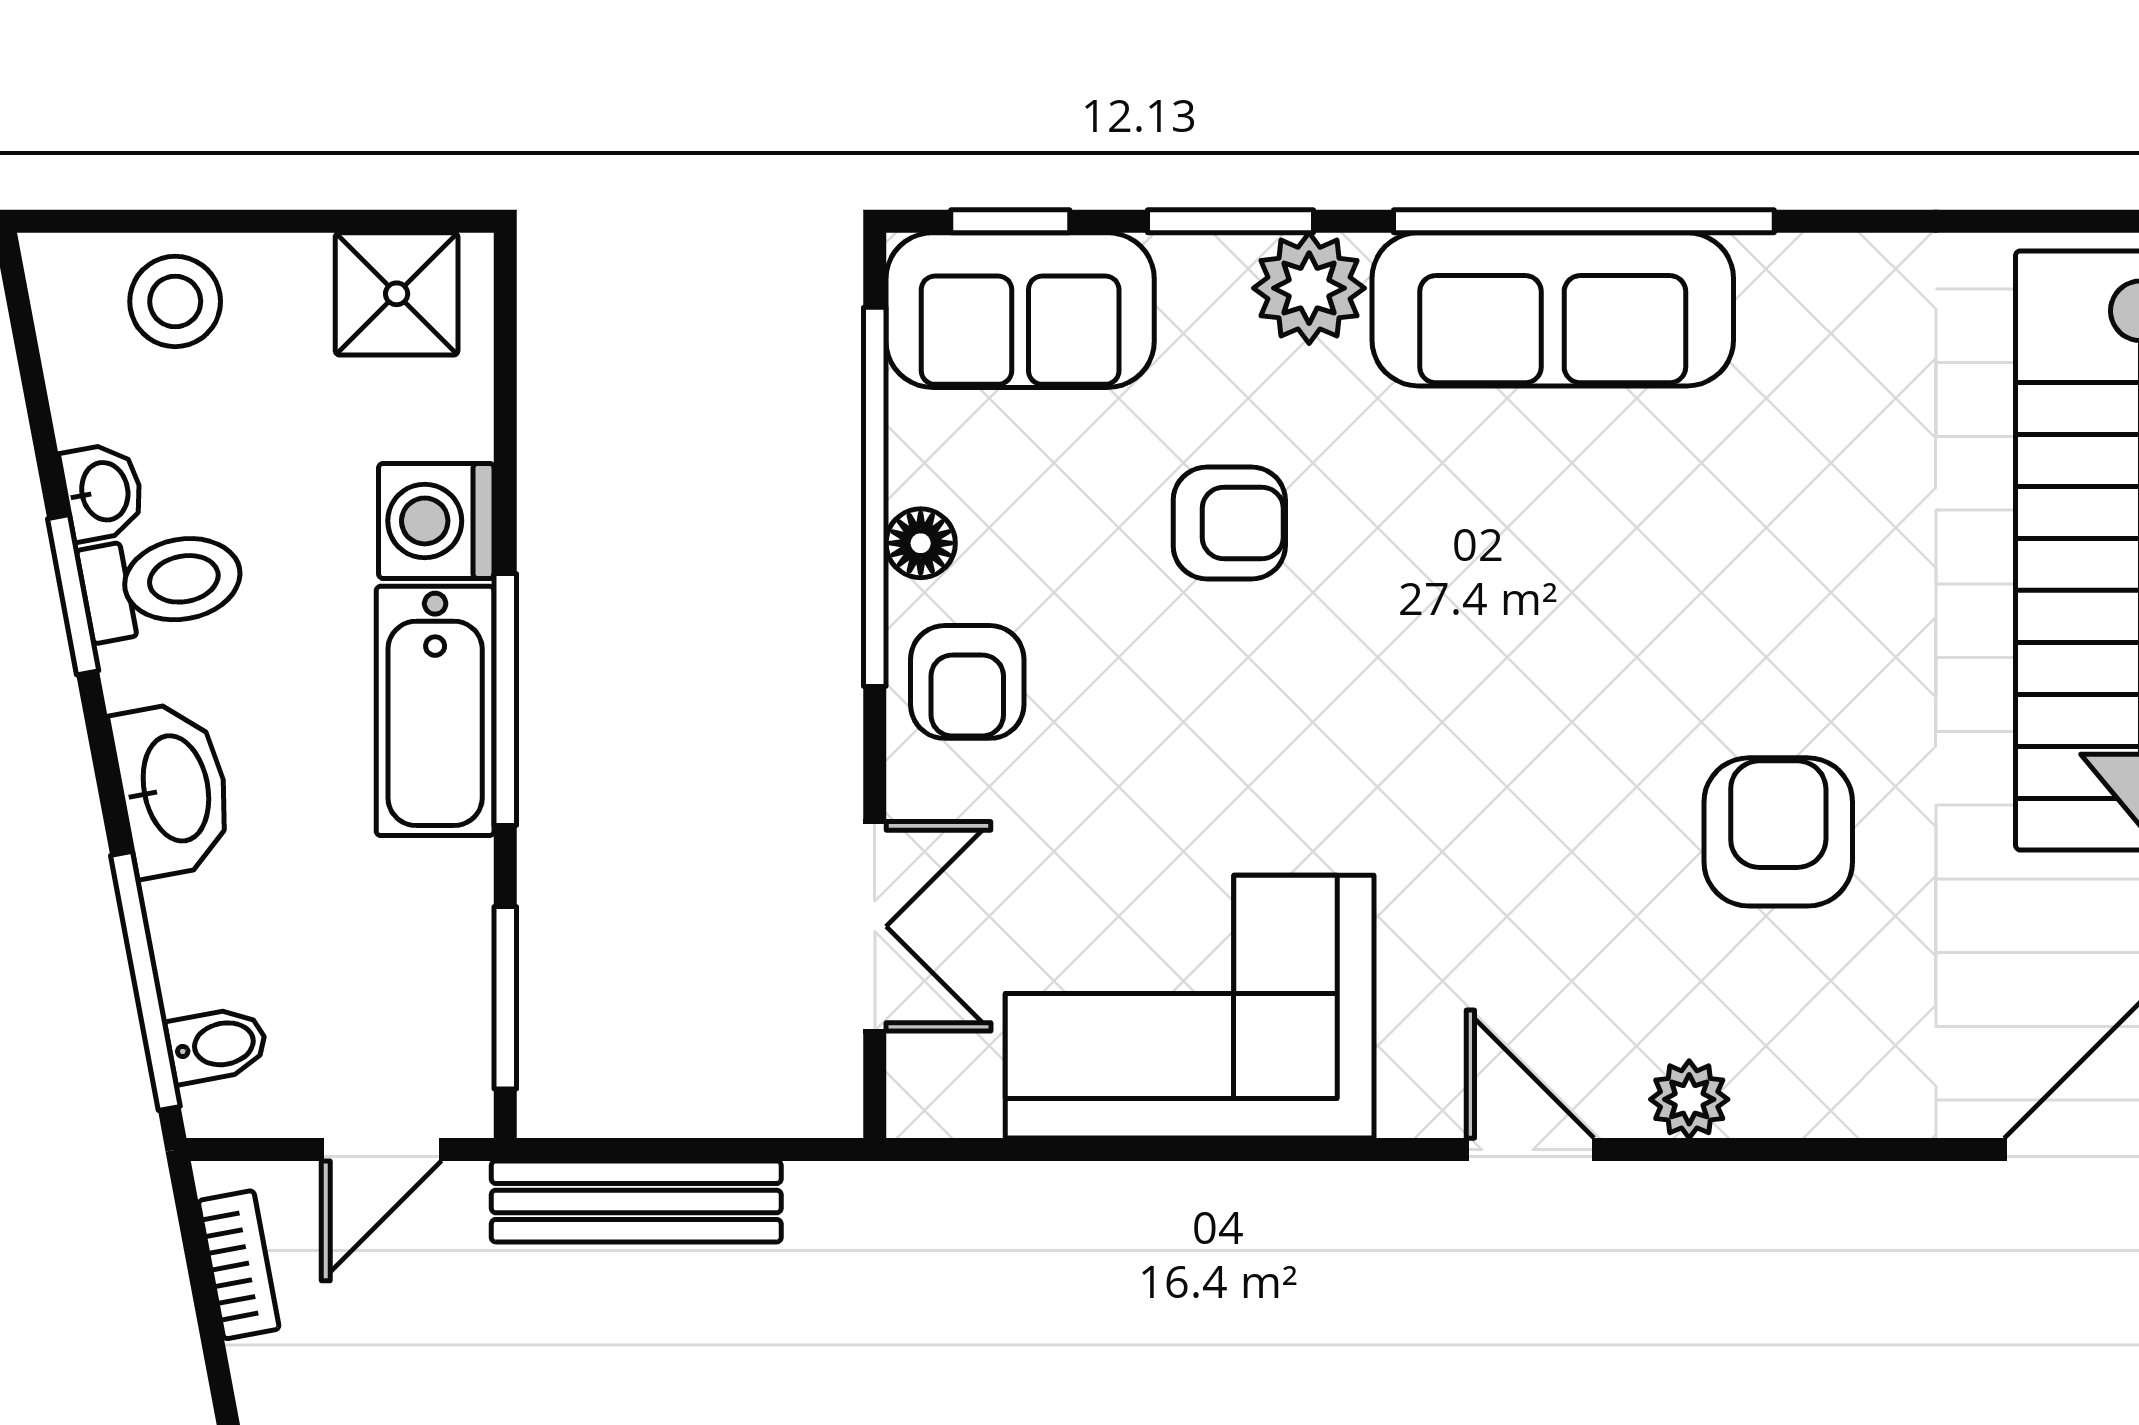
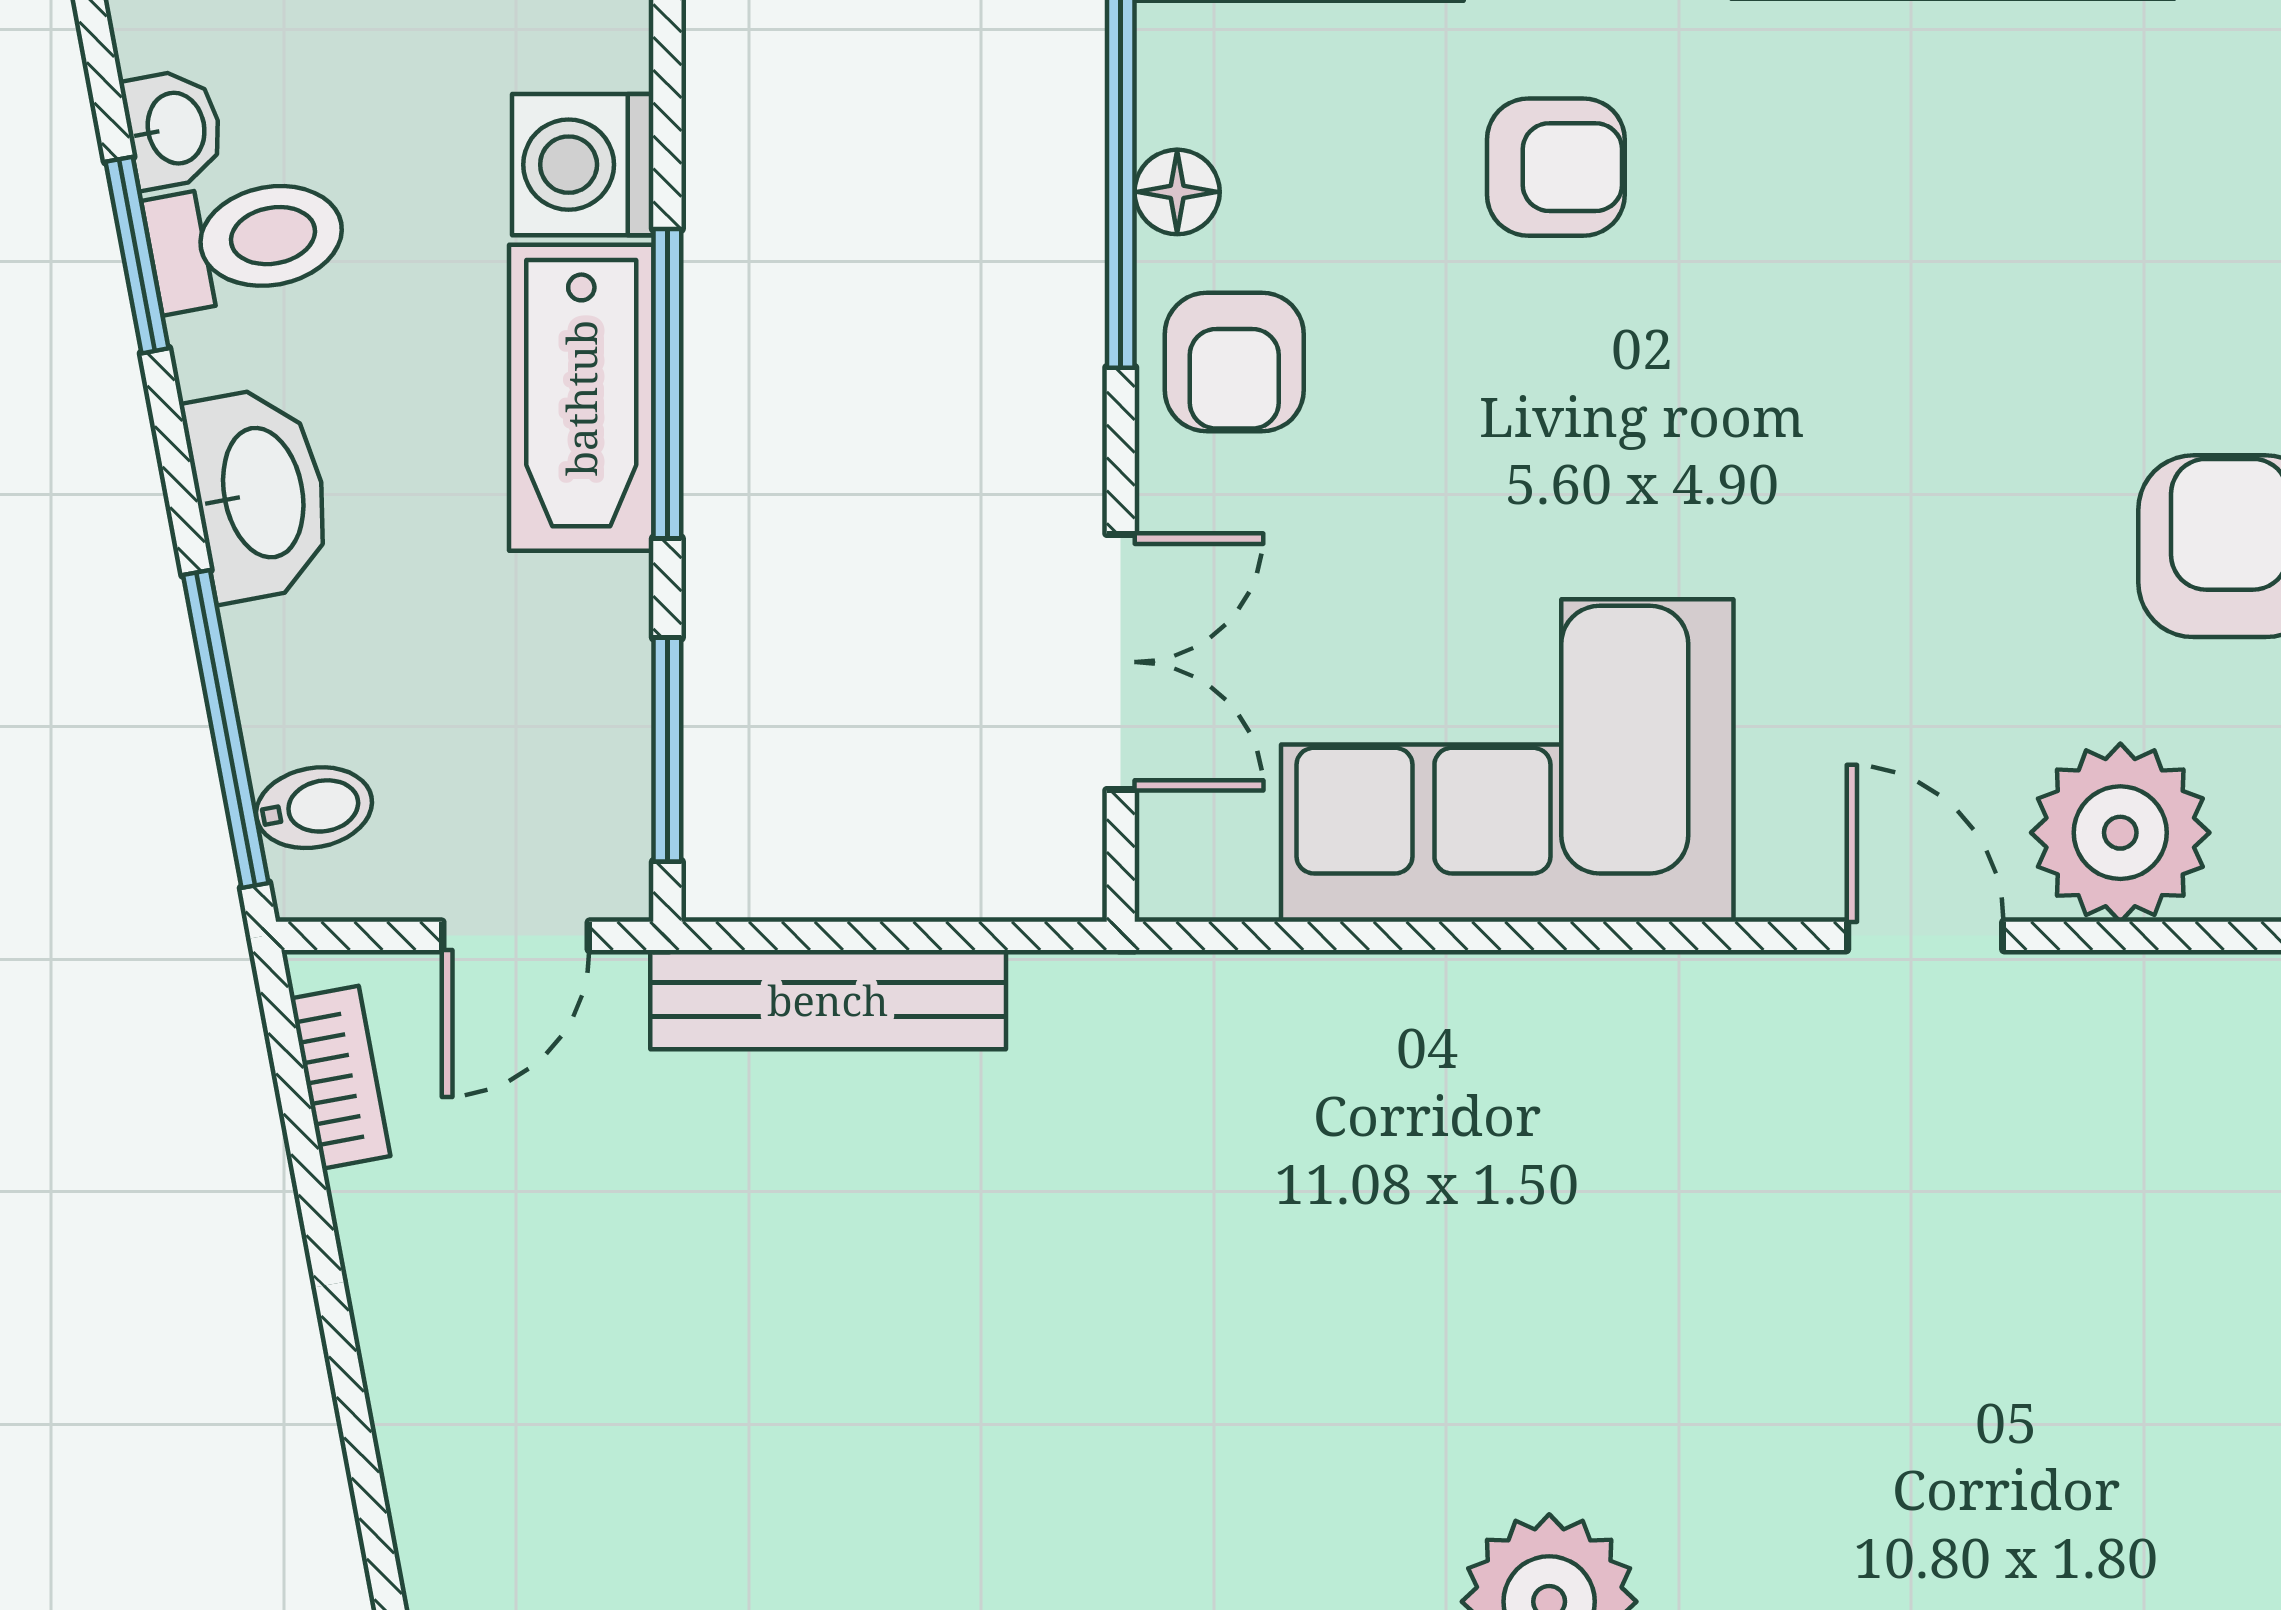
plant: (1689, 1099) -> (2120, 833), width x1.87, depth x1.87

